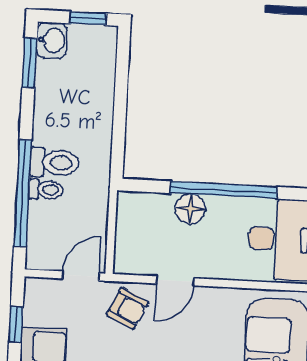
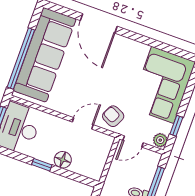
window: (223, 190) -> (42, 165), width x0.32
plant: (36, 292) -> (160, 140), added

